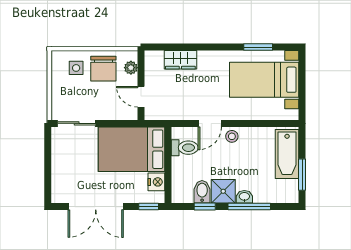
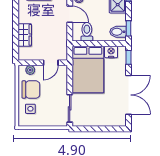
bidet: (202, 192) -> (118, 32), moved
window: (205, 207) -> (128, 28), moved

